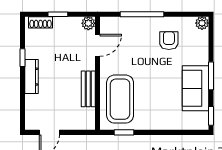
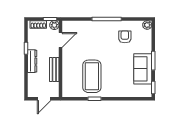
plant: (88, 23) -> (54, 25), moved
door: (98, 45) -> (61, 40), moved
wall: (98, 73) -> (61, 59), moved
bench: (88, 89) -> (54, 69), moved

